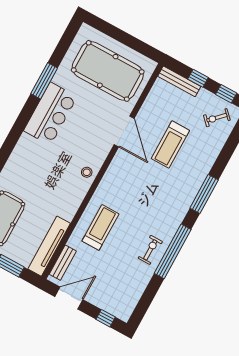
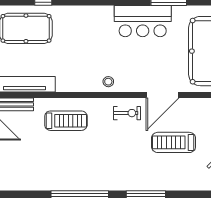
exercise bike: (150, 250) -> (127, 113), moved

